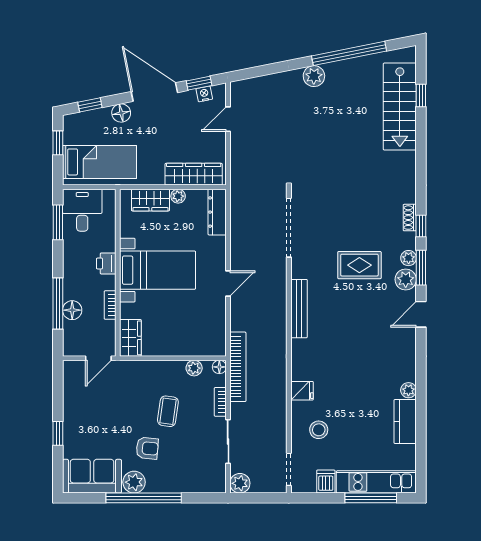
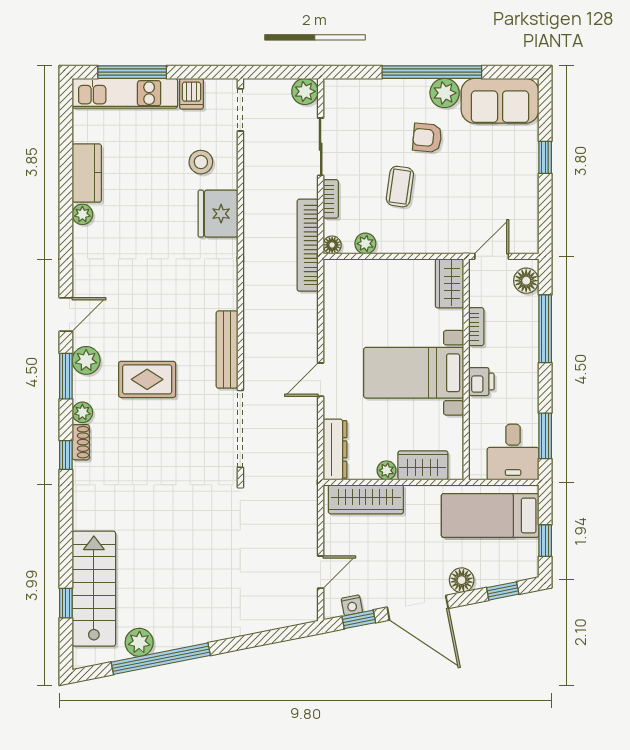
plant: (314, 76) -> (139, 642), moved
window: (421, 226) -> (66, 455), moved
plant: (409, 258) -> (82, 412), moved
door: (228, 284) -> (321, 380), moved
bench: (299, 309) -> (227, 350), moved
floor lamp: (72, 310) -> (526, 281), moved
fridge: (302, 391) -> (218, 214), width x1.88, depth x1.34

